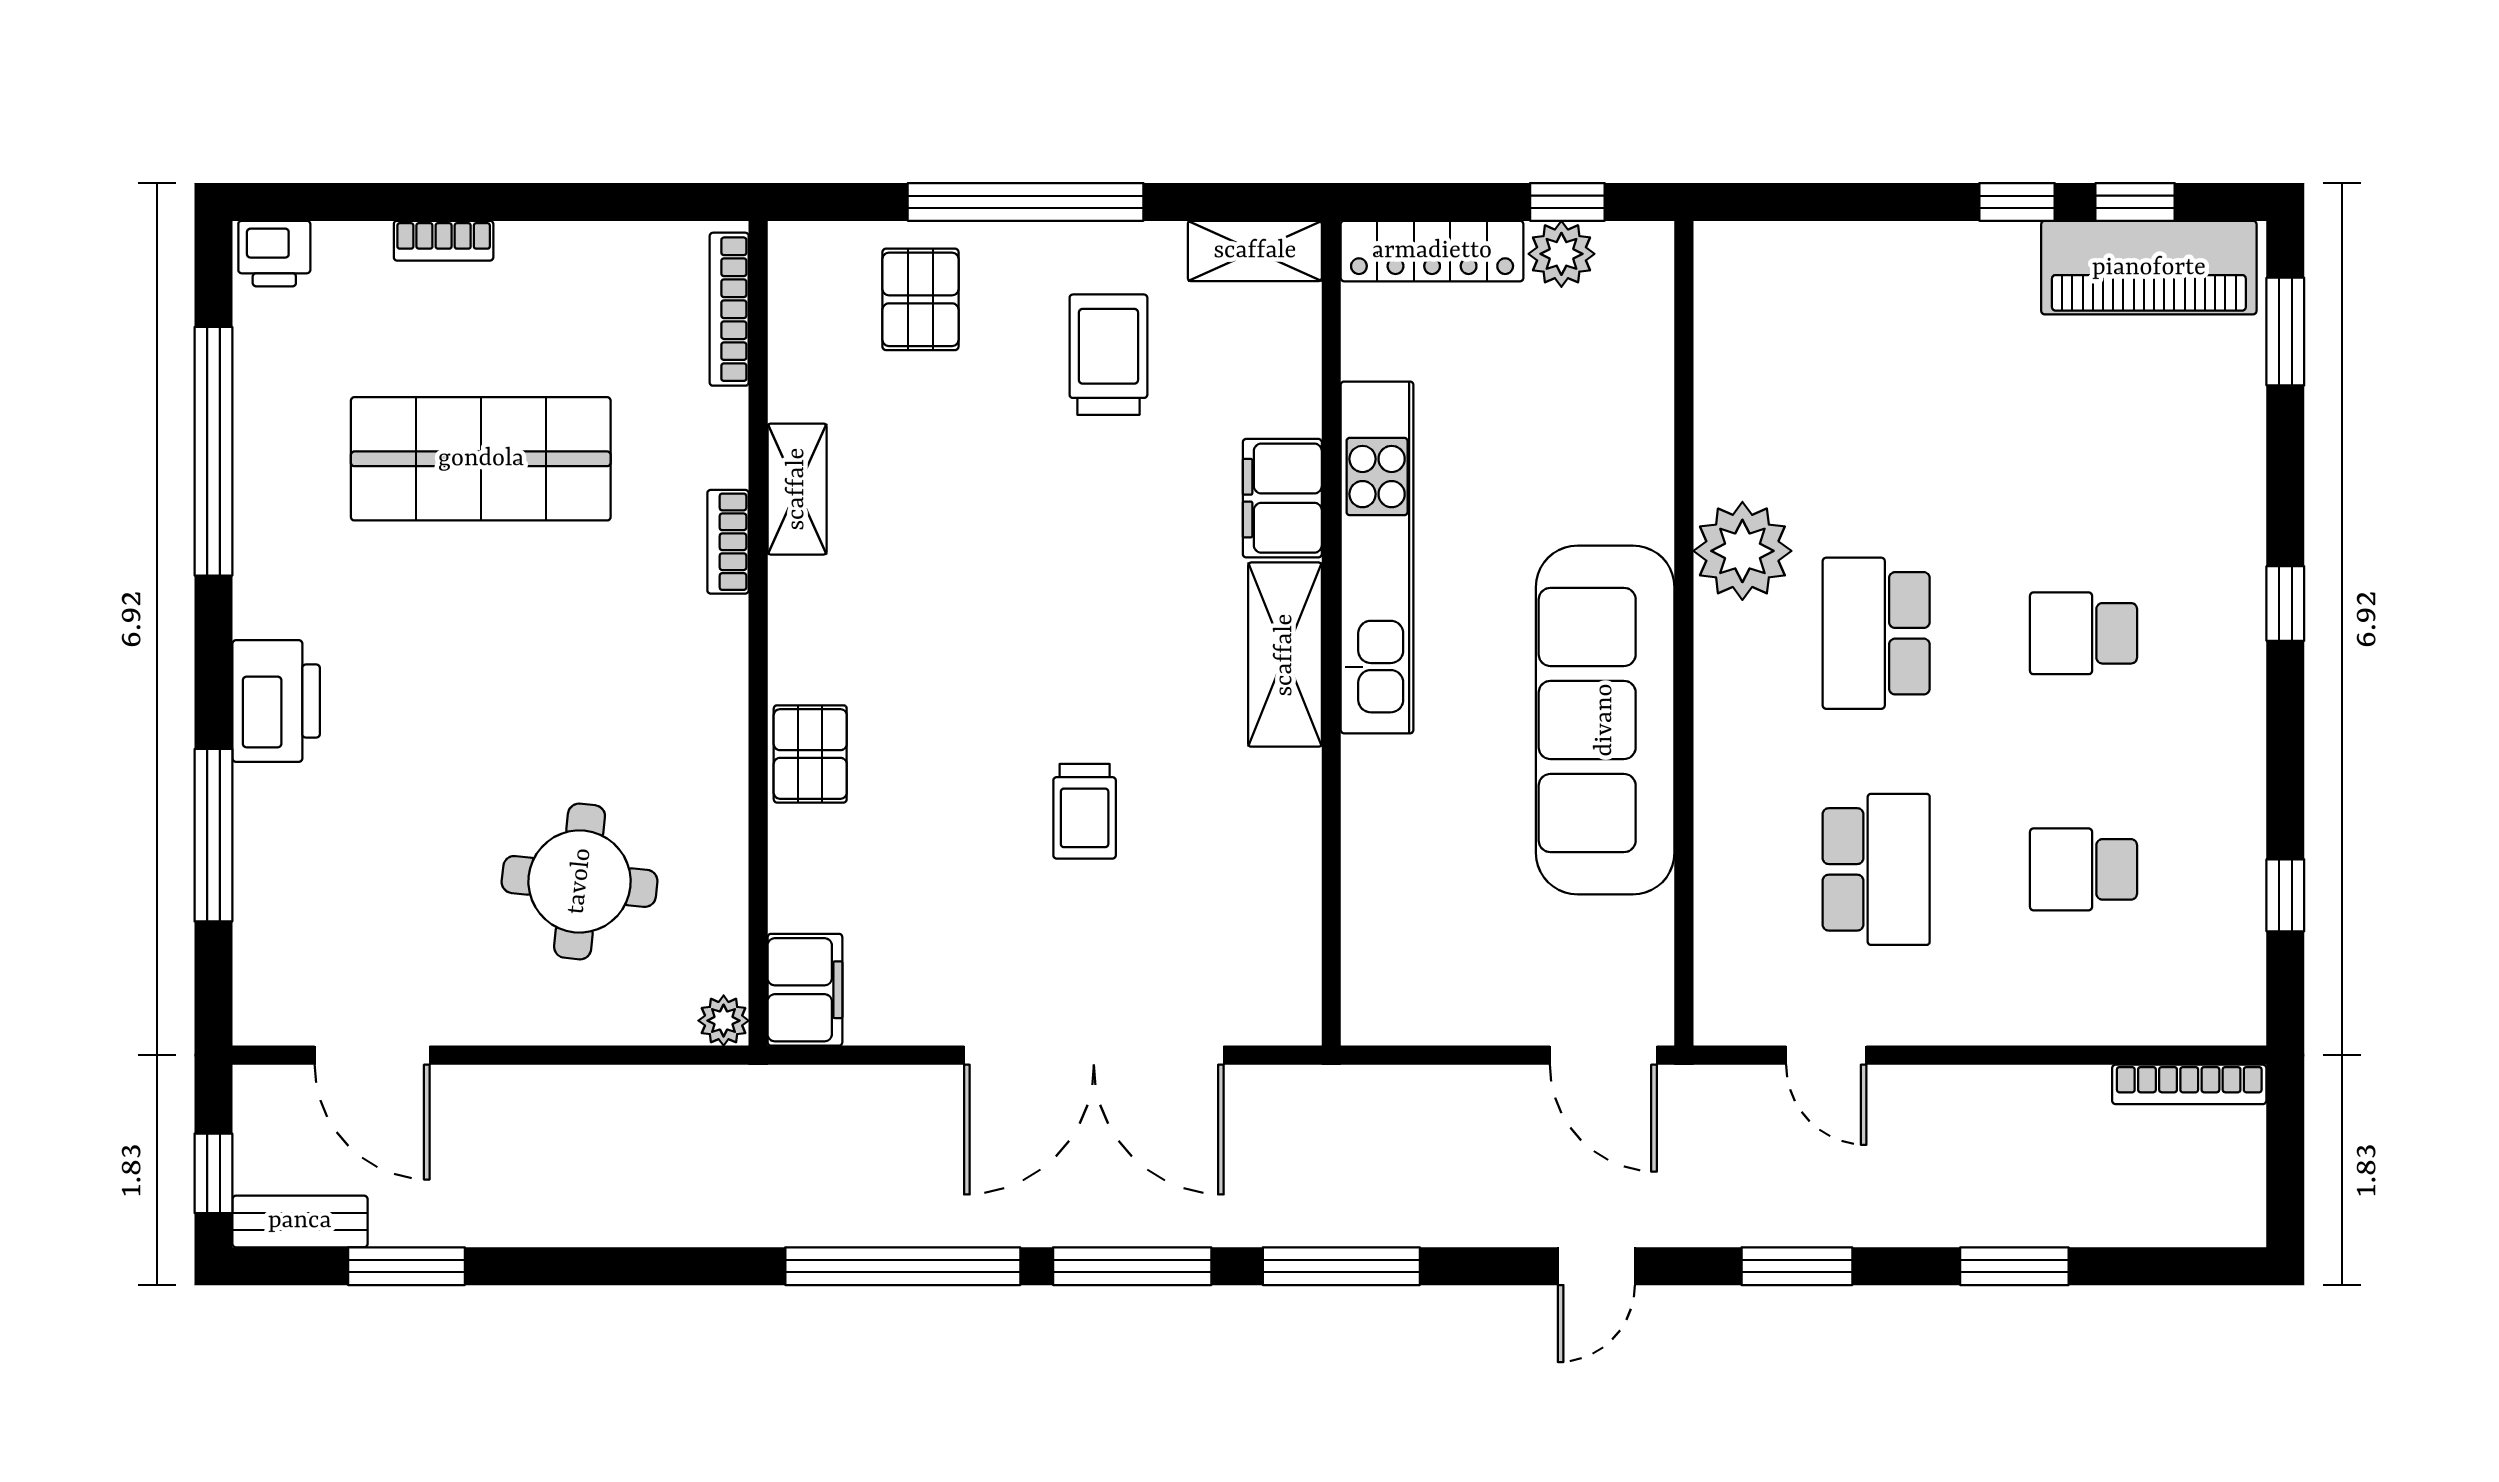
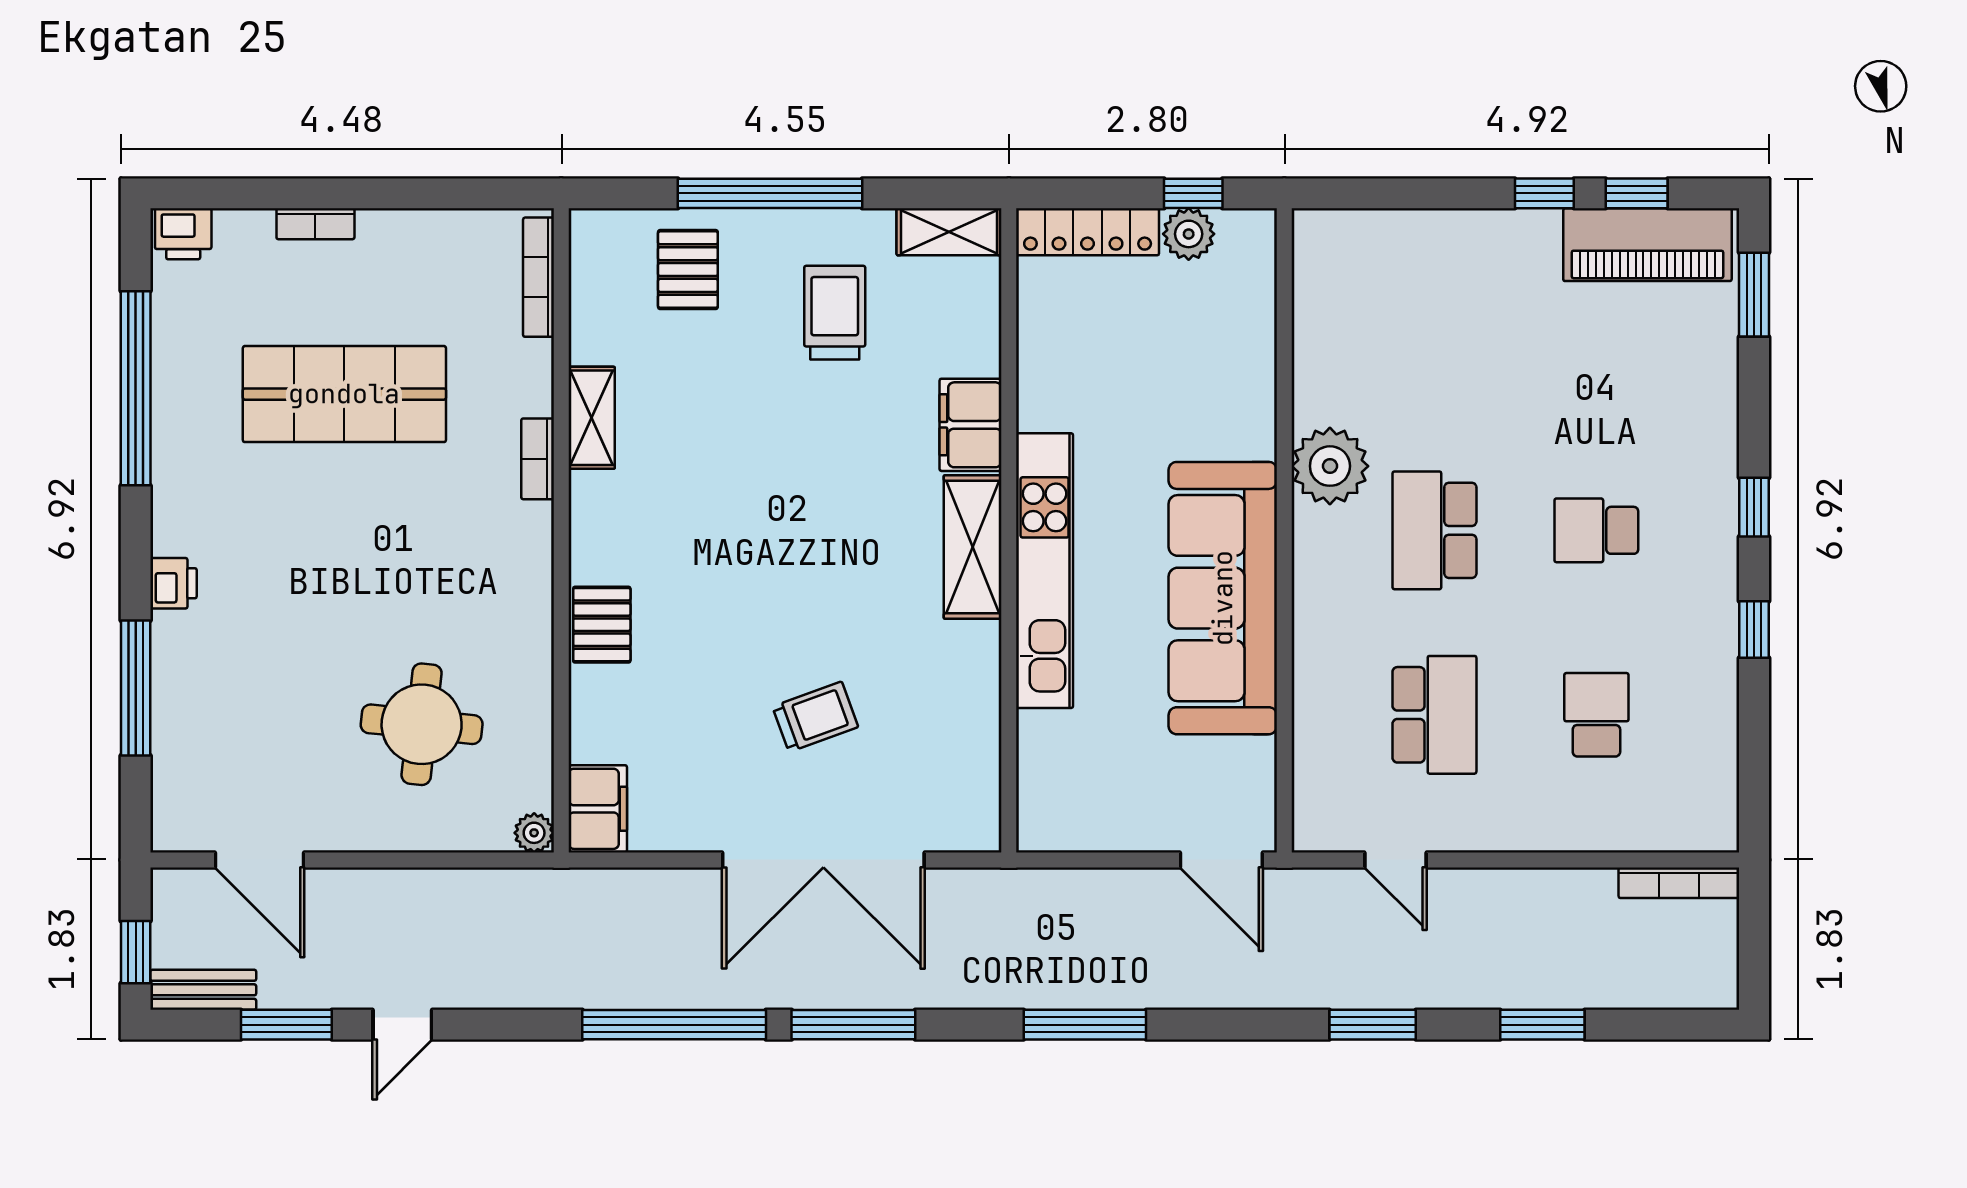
kitchen unit: (1377, 557) -> (1045, 571), moved
printer: (276, 701) -> (173, 583), width x0.53, depth x0.68
trolley: (1085, 811) -> (815, 717), moved, turned -110
school desk: (2084, 869) -> (1596, 715), turned 90
window: (2285, 895) -> (1754, 629), moved
window: (1341, 1266) -> (1085, 1025), moved
door: (1596, 1266) -> (402, 1025), moved

